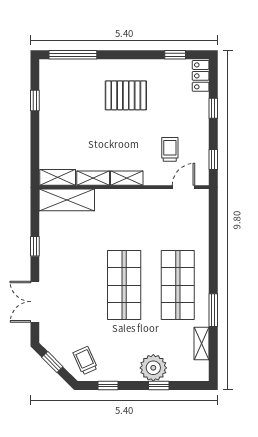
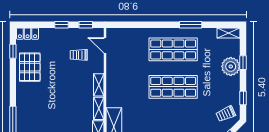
pallet: (126, 95) -> (30, 67), moved
window: (213, 108) -> (62, 25), moved
shelving: (202, 343) -> (229, 33), moved

